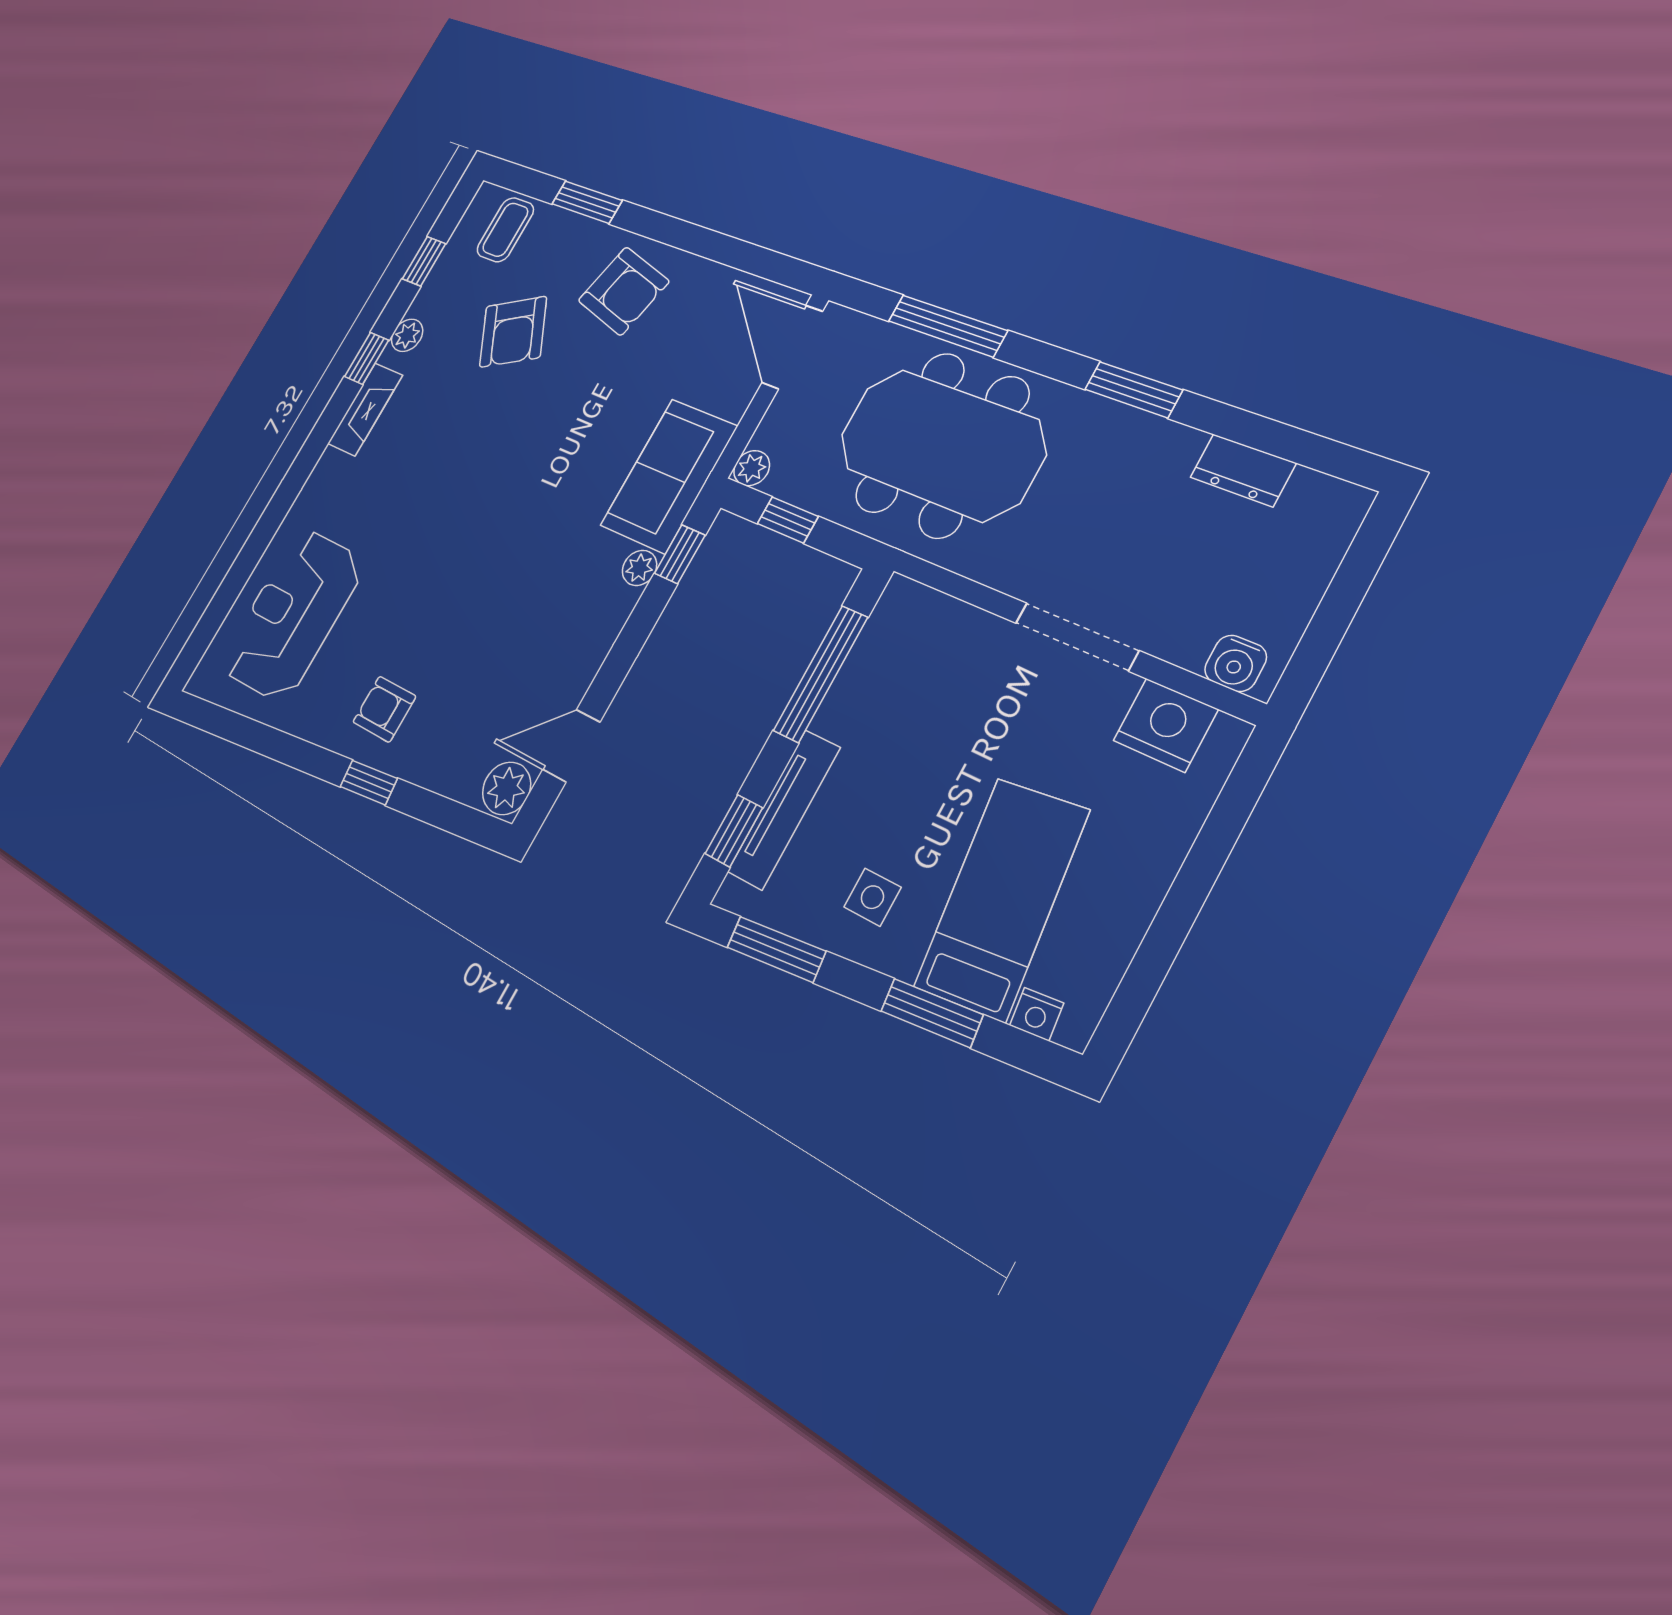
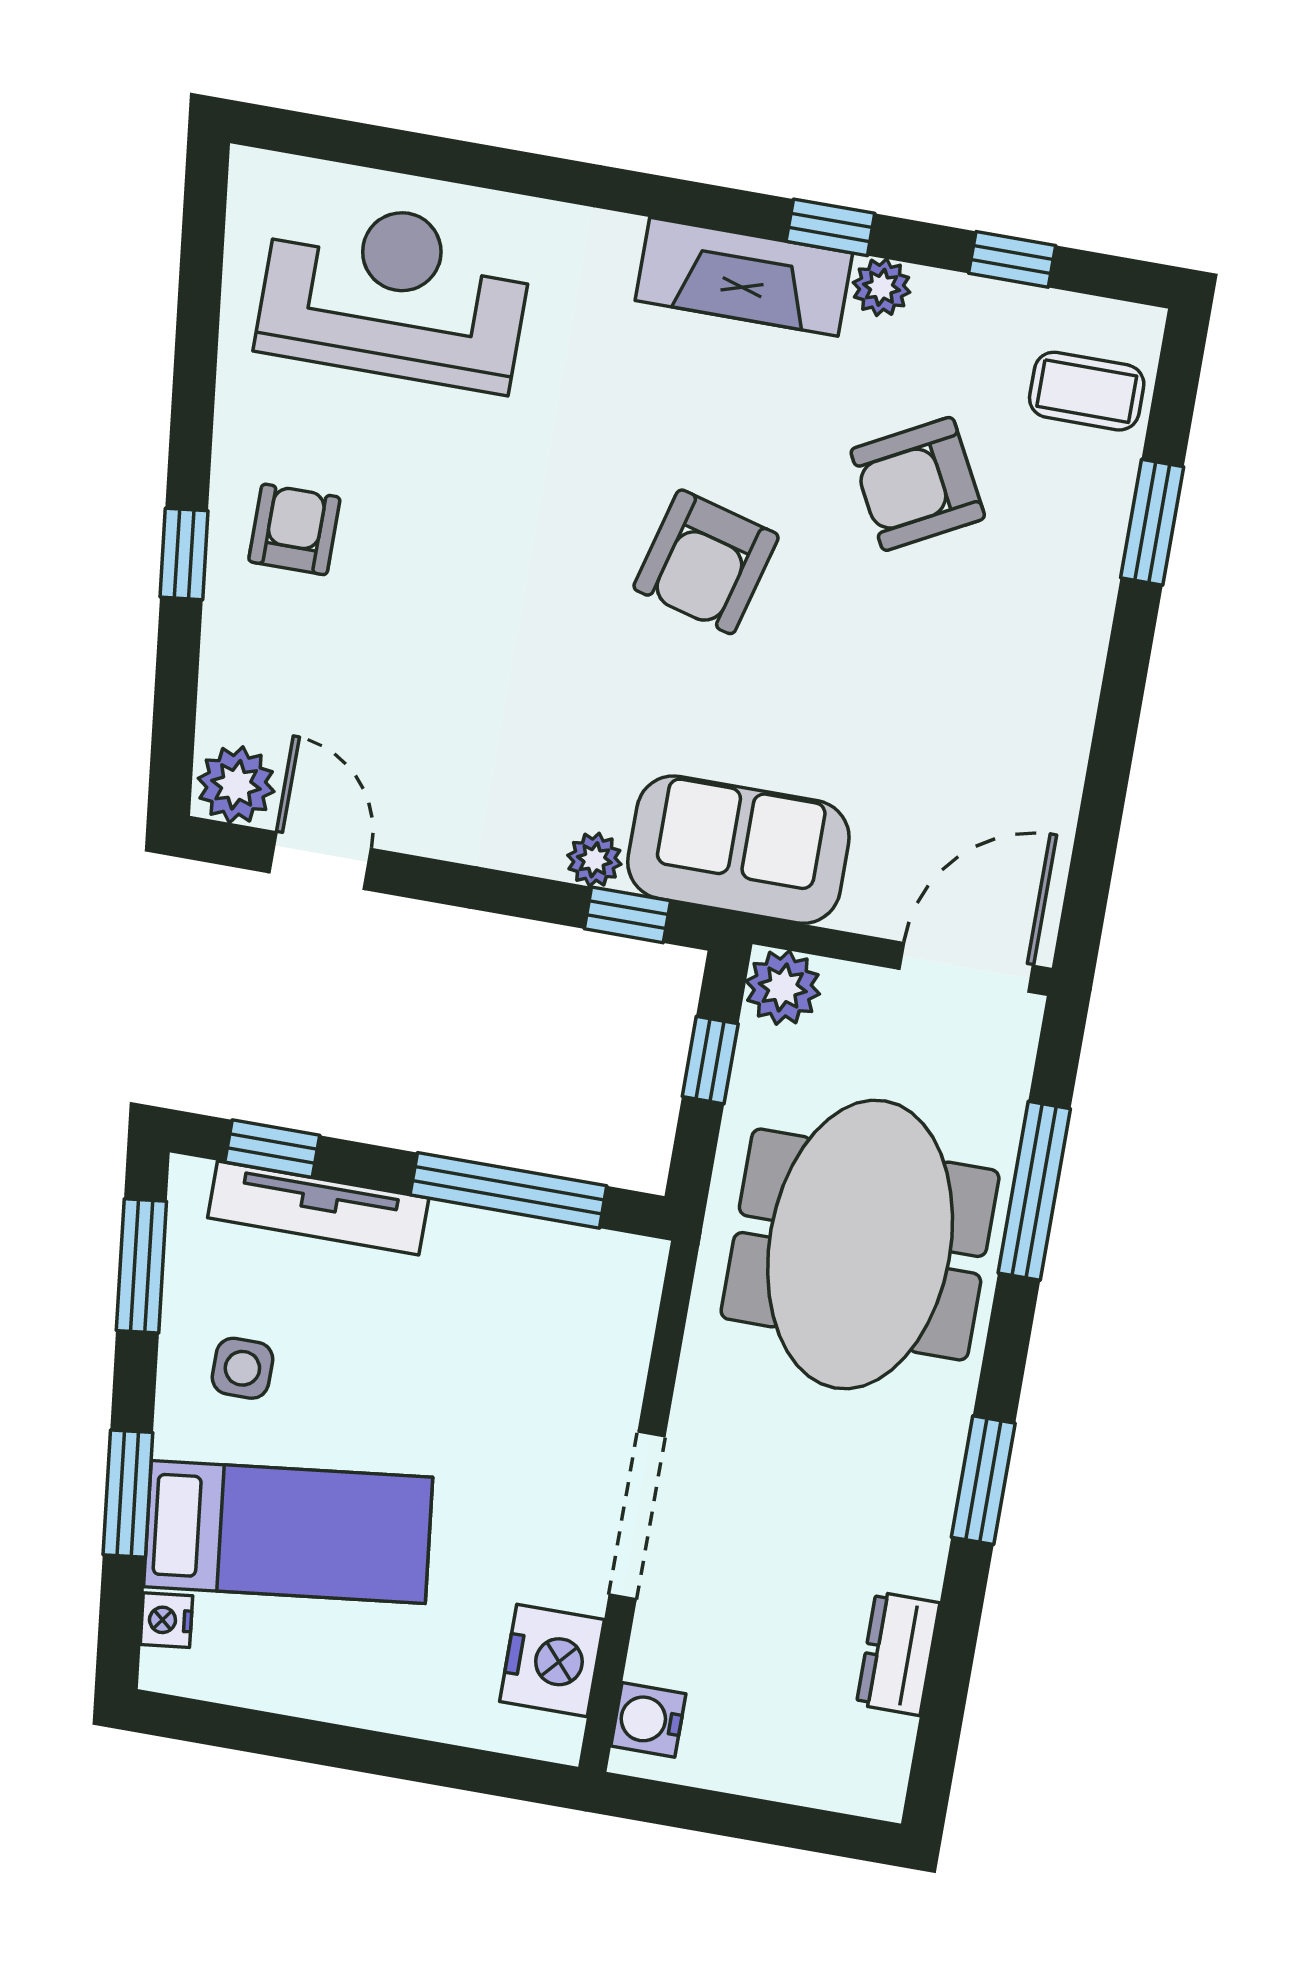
armchair: (623, 291) -> (706, 562), moved
fireplace: (365, 409) -> (744, 277), width x1.37, depth x1.32
plant: (752, 468) -> (783, 987), width x1.38, depth x1.38

